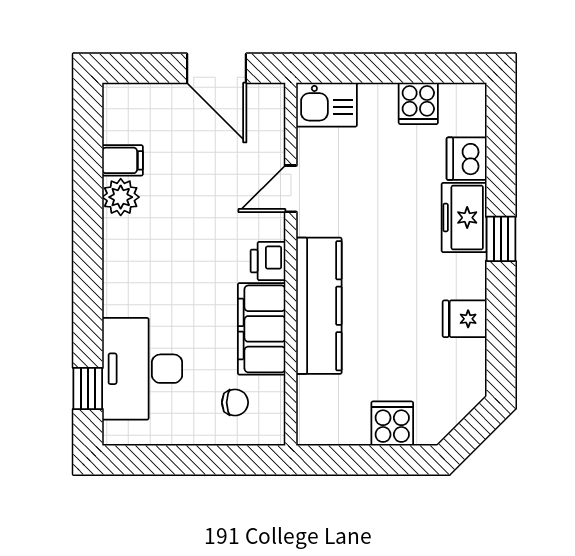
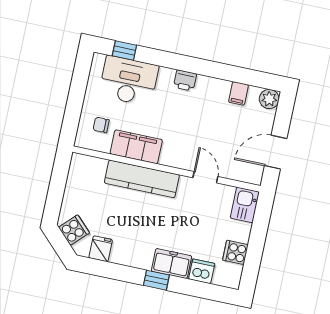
plant: (121, 197) -> (269, 99), moved
printer: (268, 261) -> (185, 80), moved, turned 180
fridge: (465, 319) -> (101, 249), moved
chair: (235, 402) -> (101, 125), turned 90
cooker: (392, 423) -> (74, 230), moved, turned -45

